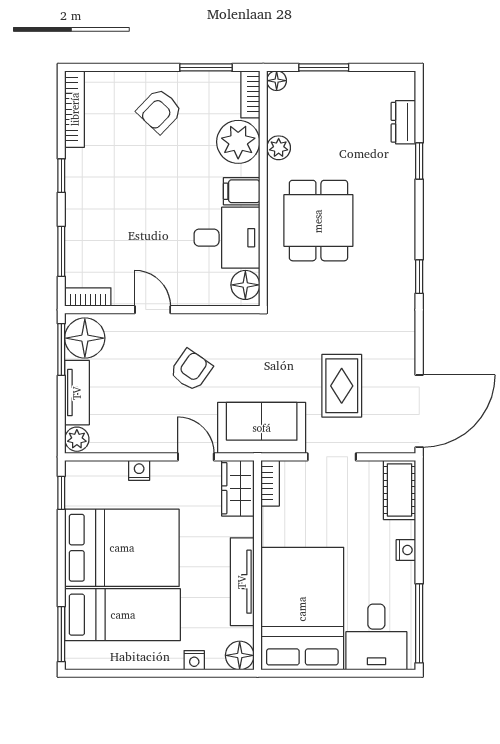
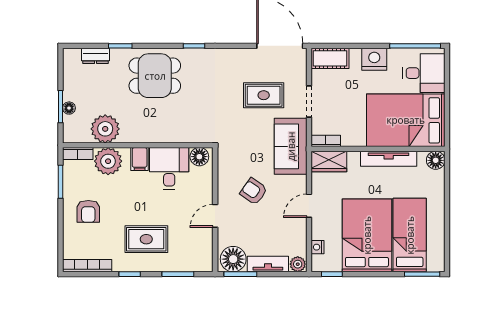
floor lamp: (277, 81) -> (69, 108), moved
armchair: (160, 111) -> (88, 211), turned 46
plant: (279, 148) -> (105, 129), width x1.88, depth x1.88
rug: (116, 202) -> (146, 239), added
dining table: (318, 221) -> (155, 76), moved
bookcase: (88, 297) -> (207, 257), removed
door: (196, 457) -> (309, 206), moved
nightstand: (139, 470) -> (318, 247), moved
nightstand: (406, 550) -> (374, 59), width x1.89, depth x1.79
nightstand: (194, 660) -> (439, 189), removed

